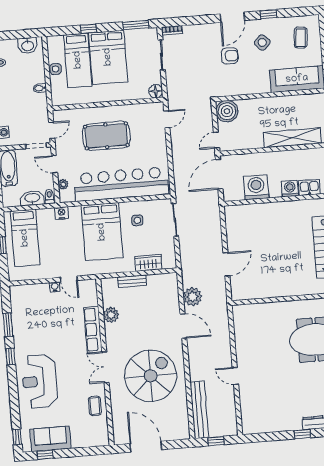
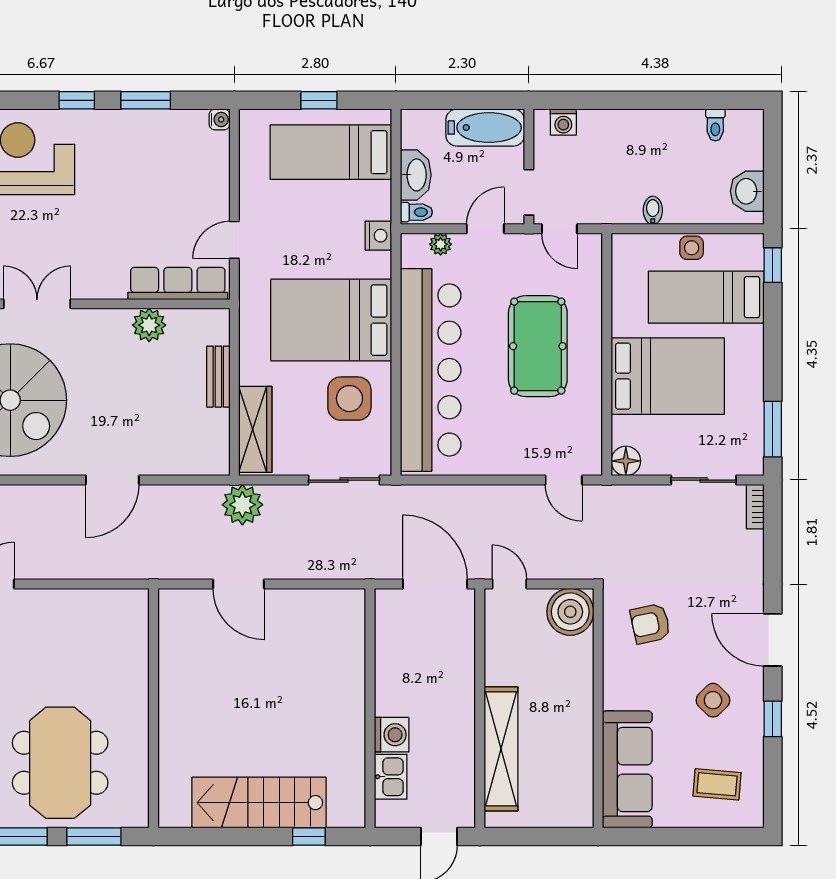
window: (88, 29) -> (773, 265), moved
armchair: (230, 56) -> (650, 624), moved, turned 78
bed: (108, 57) -> (668, 376), moved, turned 180
washing machine: (256, 187) -> (400, 662), removed
side table: (137, 220) -> (349, 399), width x1.87, depth x1.87
wardrobe: (148, 263) -> (255, 429), width x1.50
water cooler: (55, 287) -> (220, 119), moved
plant: (192, 297) -> (242, 505), moved
row of seats: (93, 330) -> (178, 283), moved

